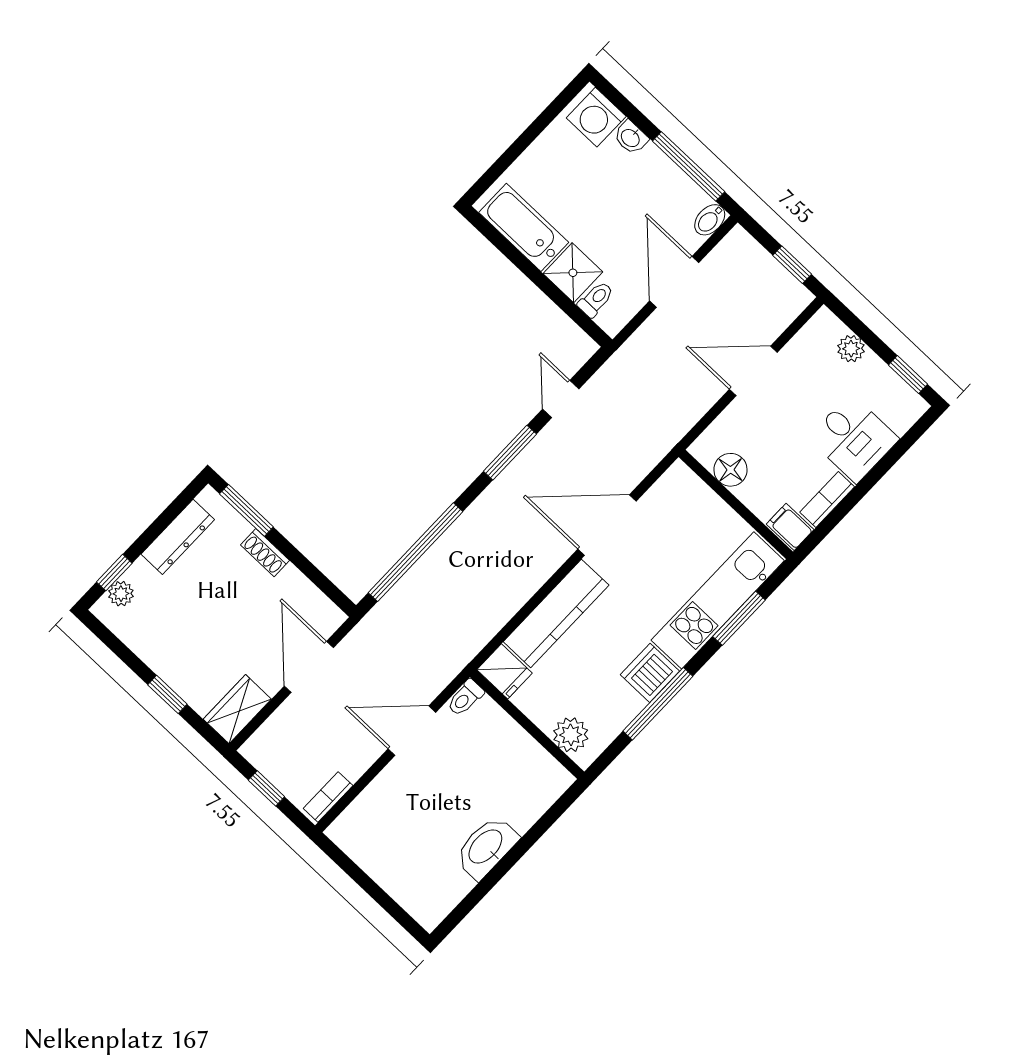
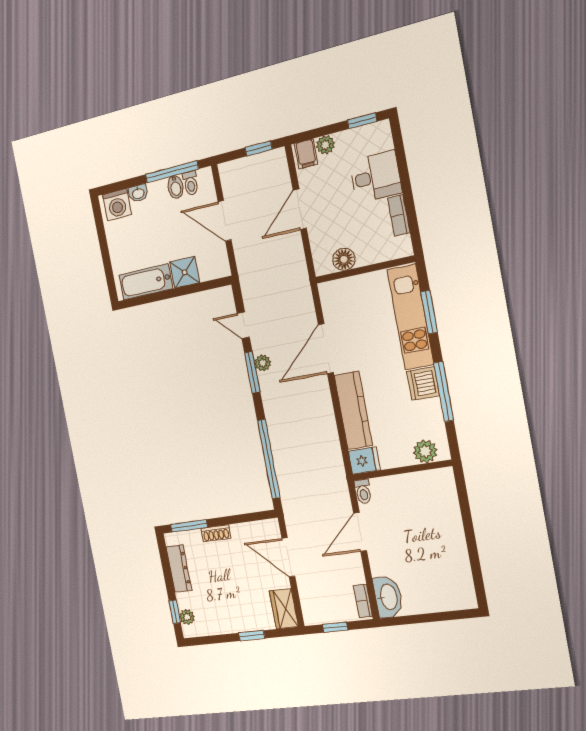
bidet: (710, 220) -> (175, 187), moved
toilet: (596, 299) -> (191, 183), moved, turned 180
plant: (532, 458) -> (263, 363), added
filing cabinet: (790, 527) -> (306, 154), moved, turned -90
washbasin: (486, 847) -> (388, 597), moved, turned 180

